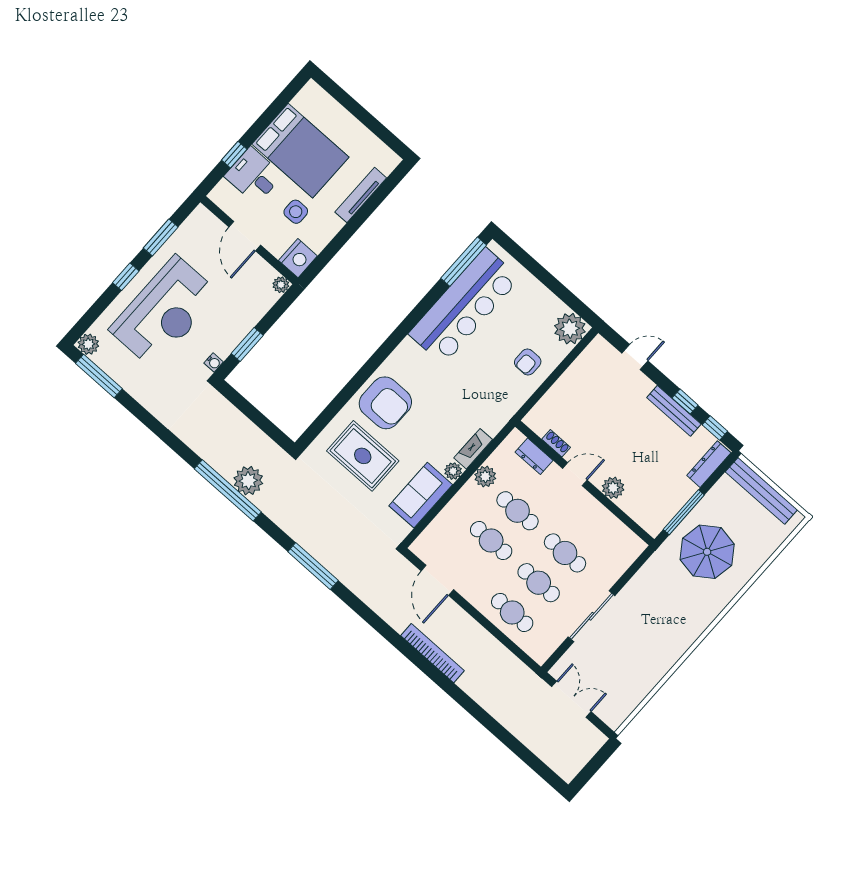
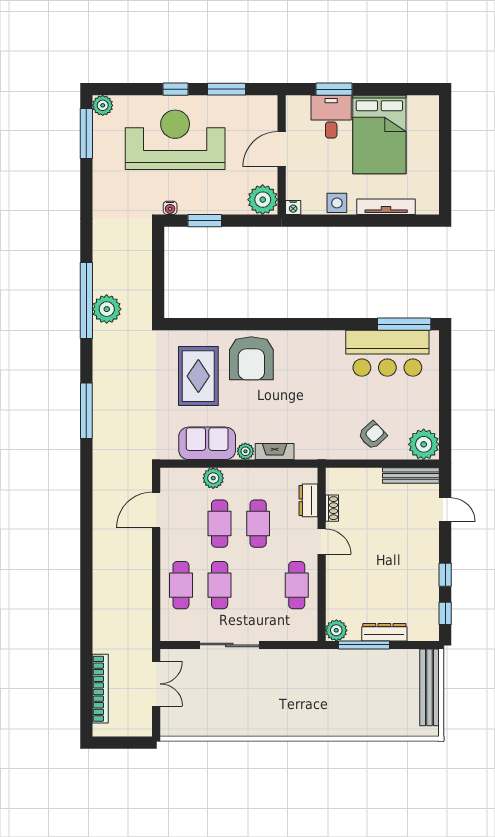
window: (234, 155) -> (334, 89), width x1.50
side table: (296, 212) -> (337, 203), moved
nightstand: (298, 258) -> (293, 207), width x0.53, depth x0.56
plant: (281, 285) -> (263, 200), width x1.88, depth x1.88
bar counter: (464, 306) -> (387, 353), width x0.73
reception desk: (164, 312) -> (175, 140), turned 180
armchair: (528, 362) -> (372, 435), turned 137
bench: (674, 411) -> (411, 476), moved, turned 90
dresser: (709, 464) -> (384, 632), moved
plant: (485, 476) -> (213, 478), moved
plant: (613, 488) -> (336, 630), moved
parasol: (707, 552) -> (350, 687), removed
cafe table: (565, 553) -> (297, 585), moved
bookcase: (432, 653) -> (100, 689), moved

